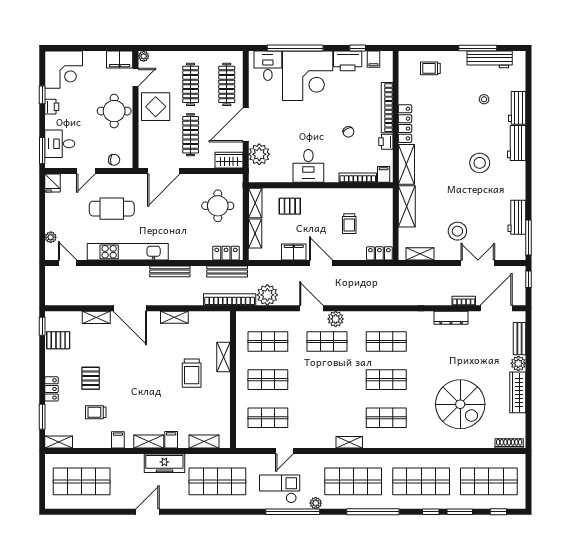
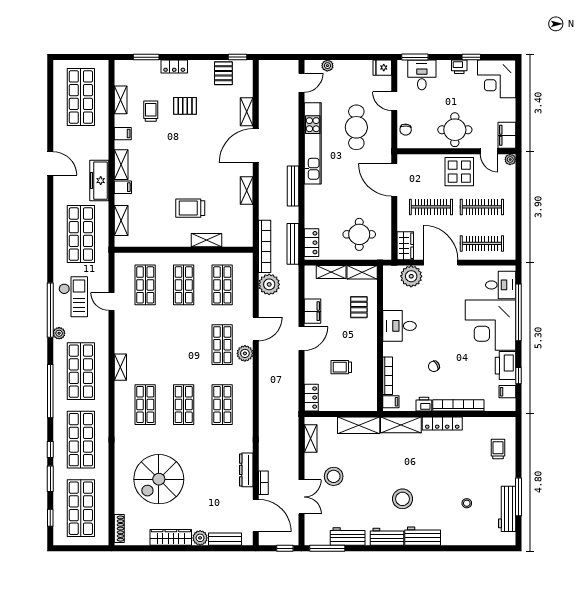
workbench: (517, 108) -> (387, 537), moved
shelving: (59, 442) -> (121, 100), moved

